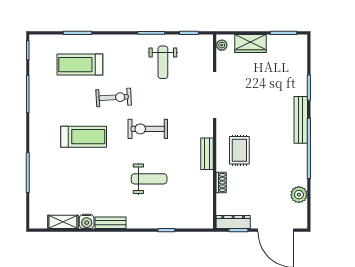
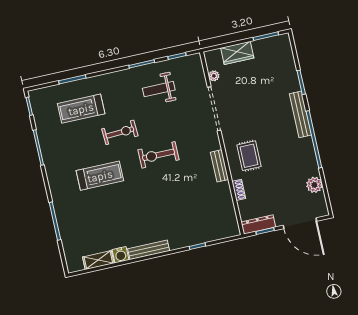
plant: (222, 45) -> (214, 76), moved
weight bench: (163, 62) -> (159, 89), turned 90
weight bench: (149, 179) -> (170, 202), removed
bench: (111, 223) -> (149, 250), width x1.36

